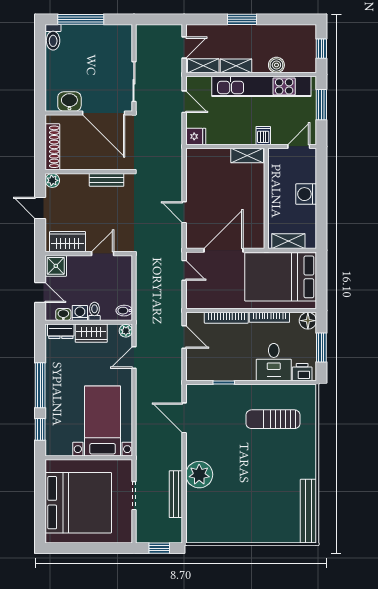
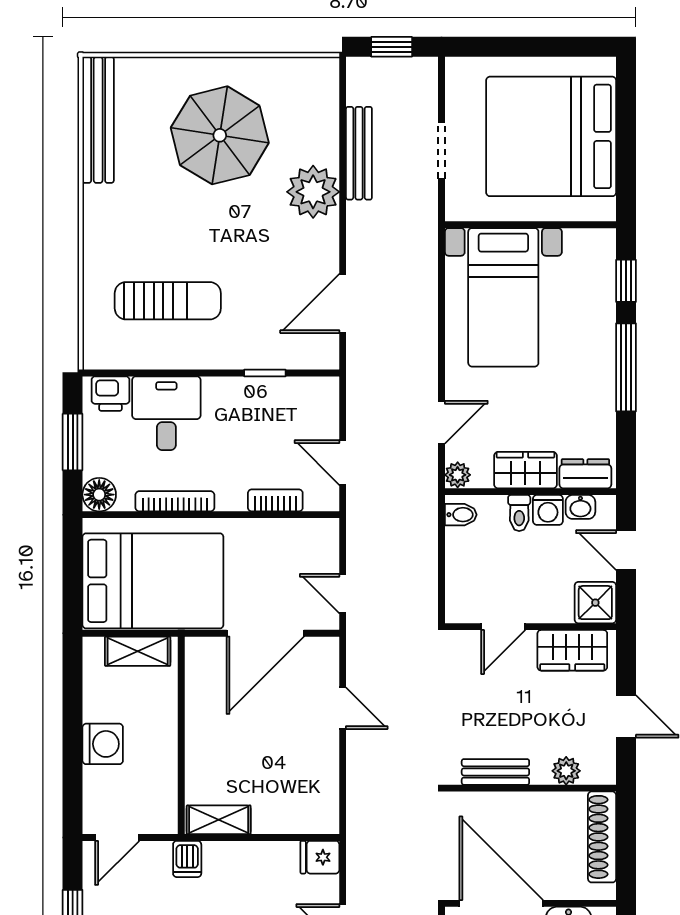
plant: (52, 180) -> (566, 771), moved
bookcase: (226, 318) -> (275, 500), width x0.64
door: (184, 418) -> (343, 304), swing flipped
parasol: (247, 503) -> (220, 135), added

